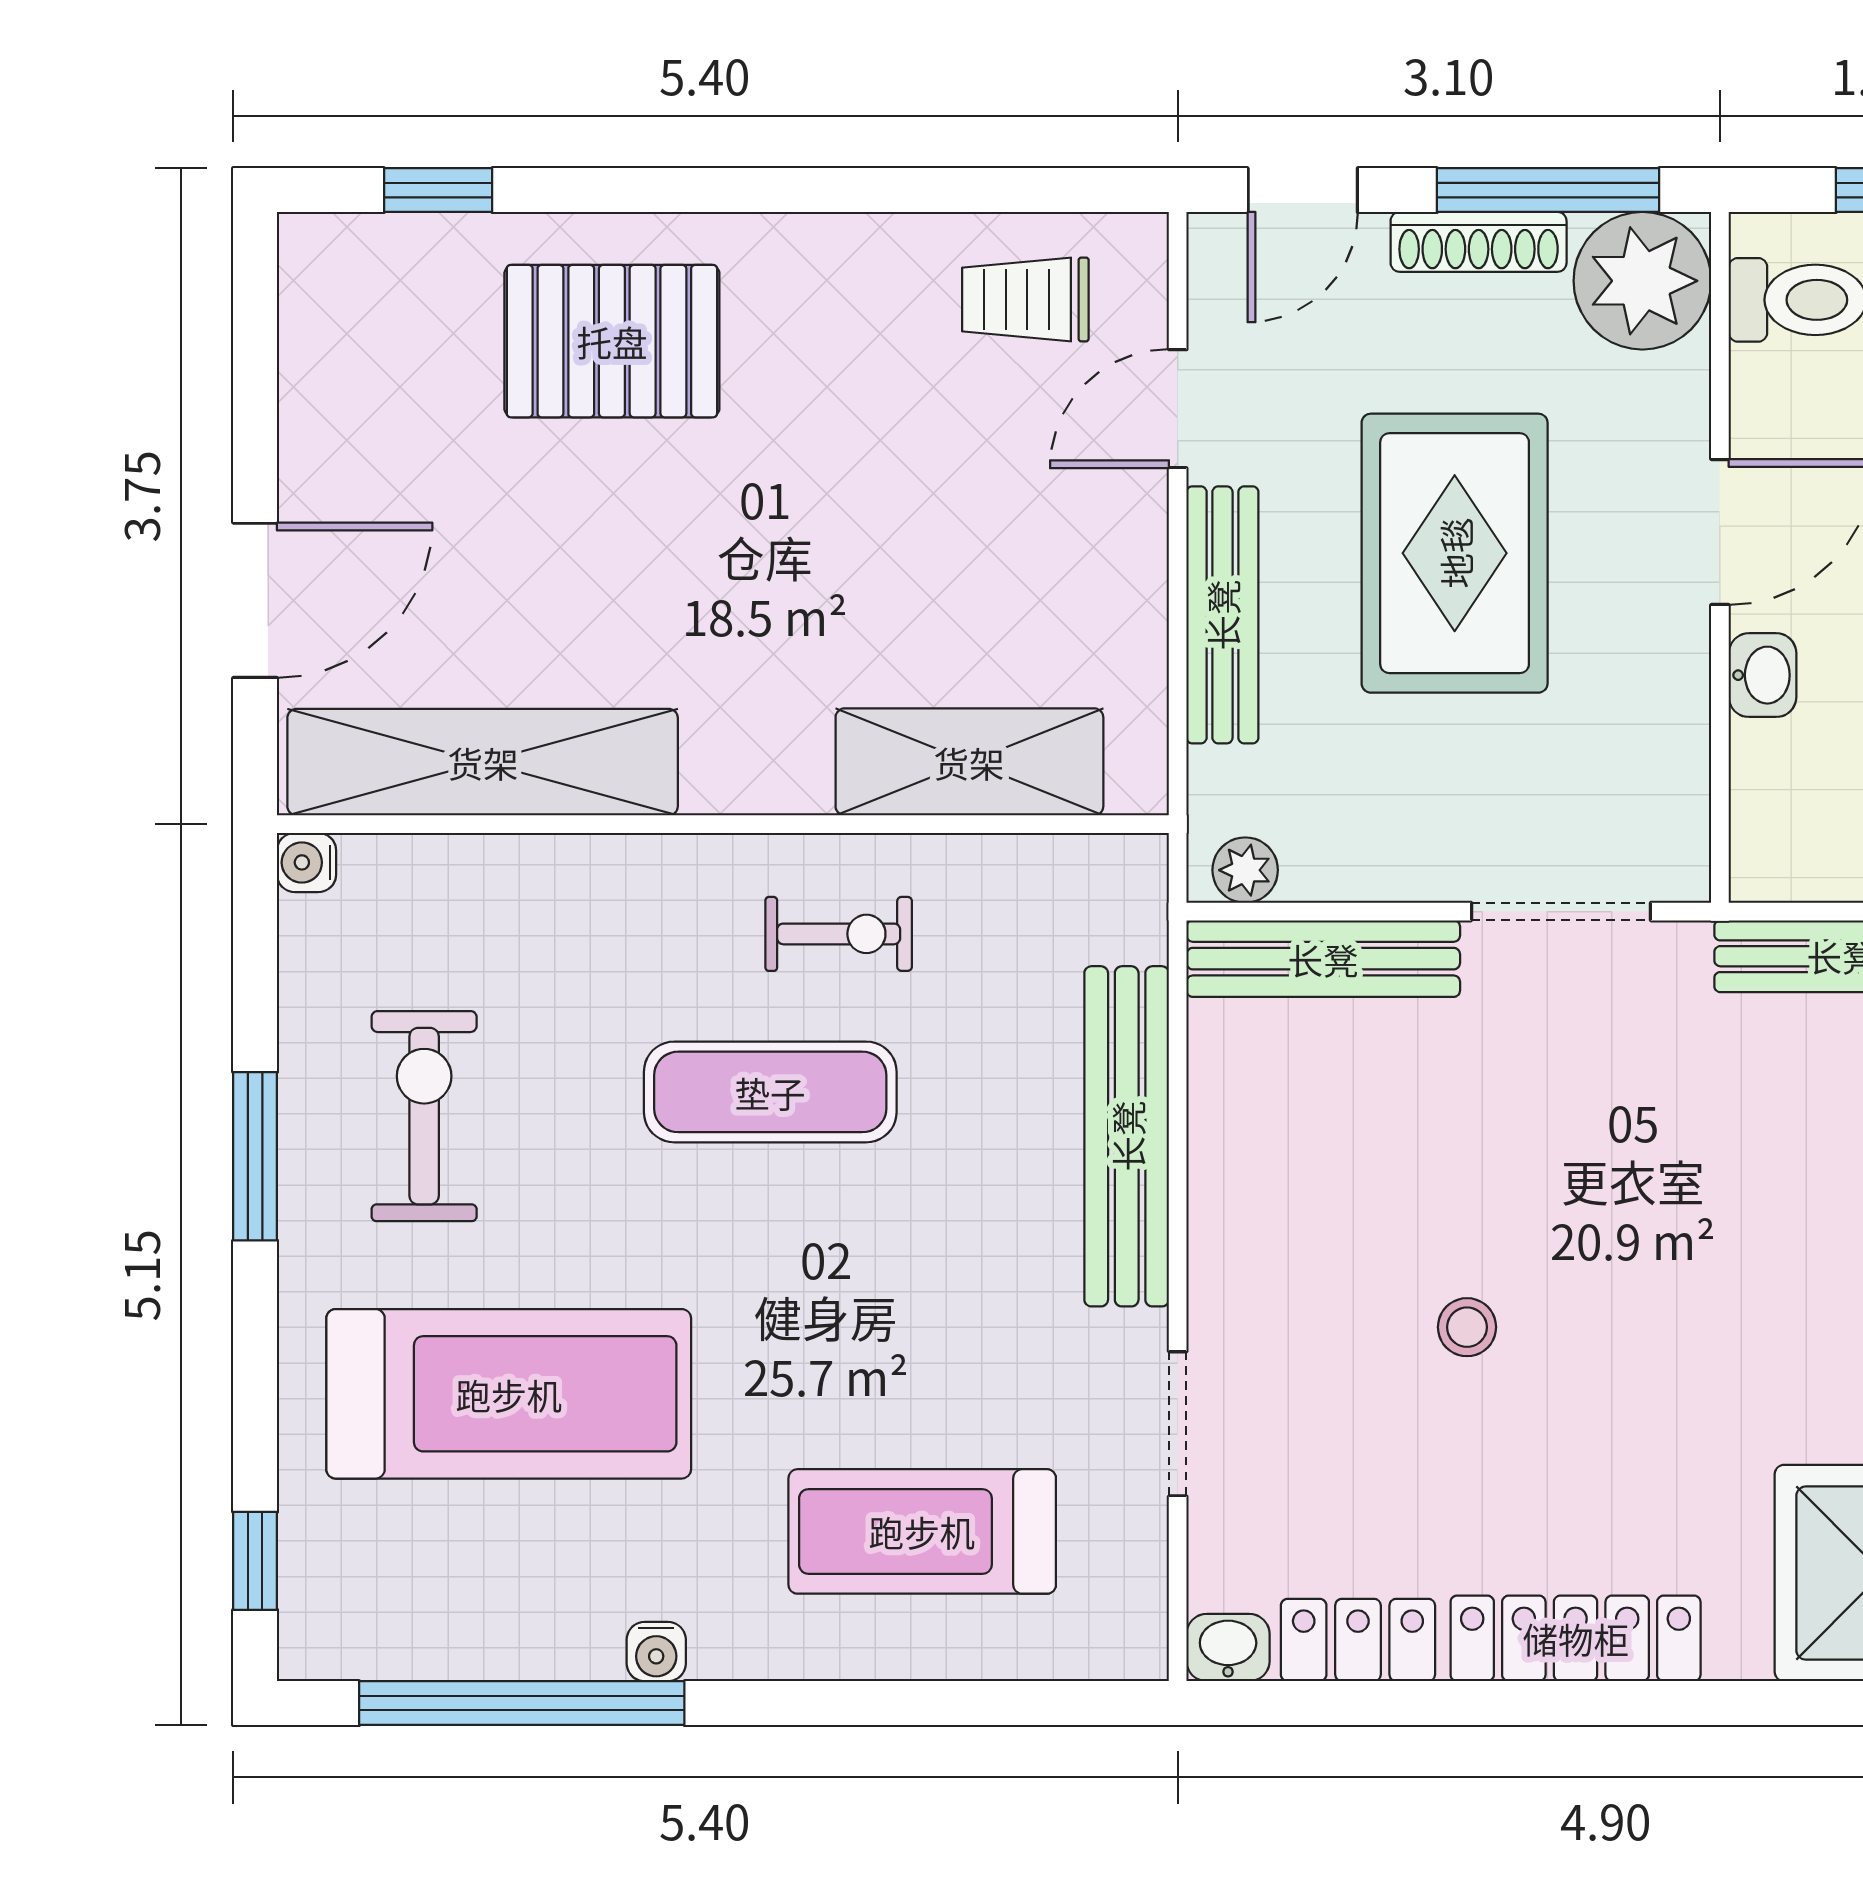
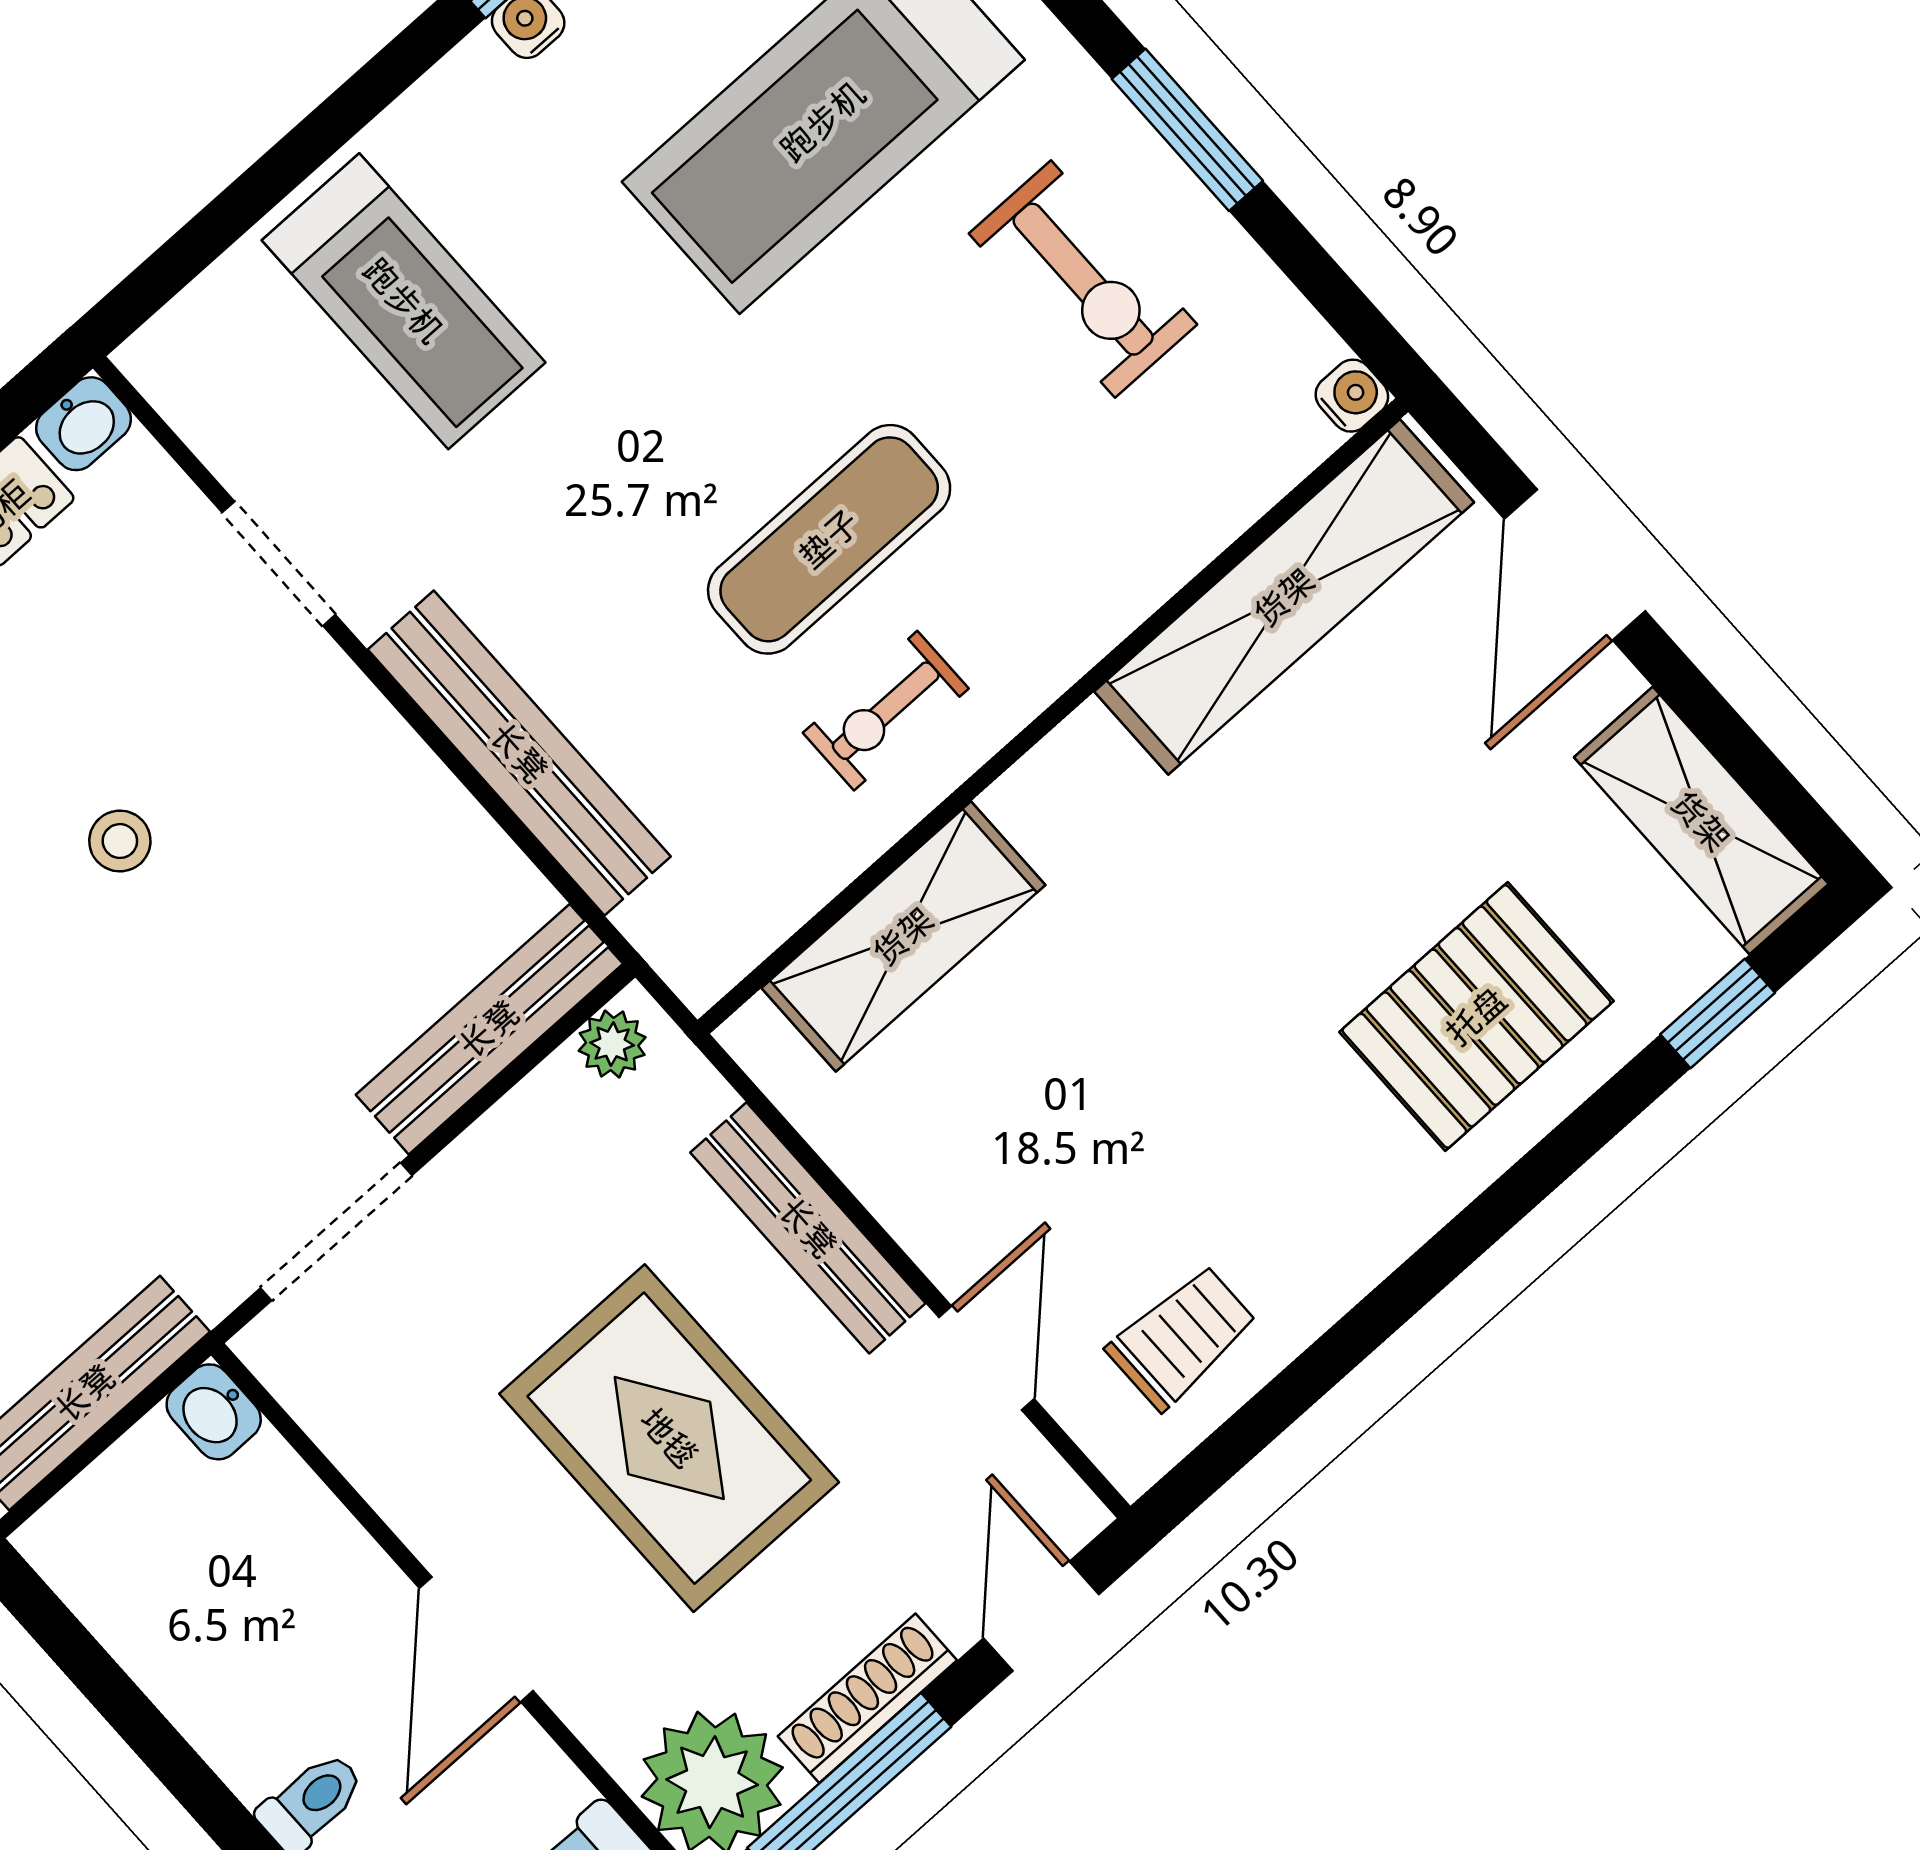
shelving: (327, 338) -> (1701, 821), added
washbasin: (1763, 675) -> (214, 1412), moved
treadmill: (922, 1531) -> (404, 301), turned 90

